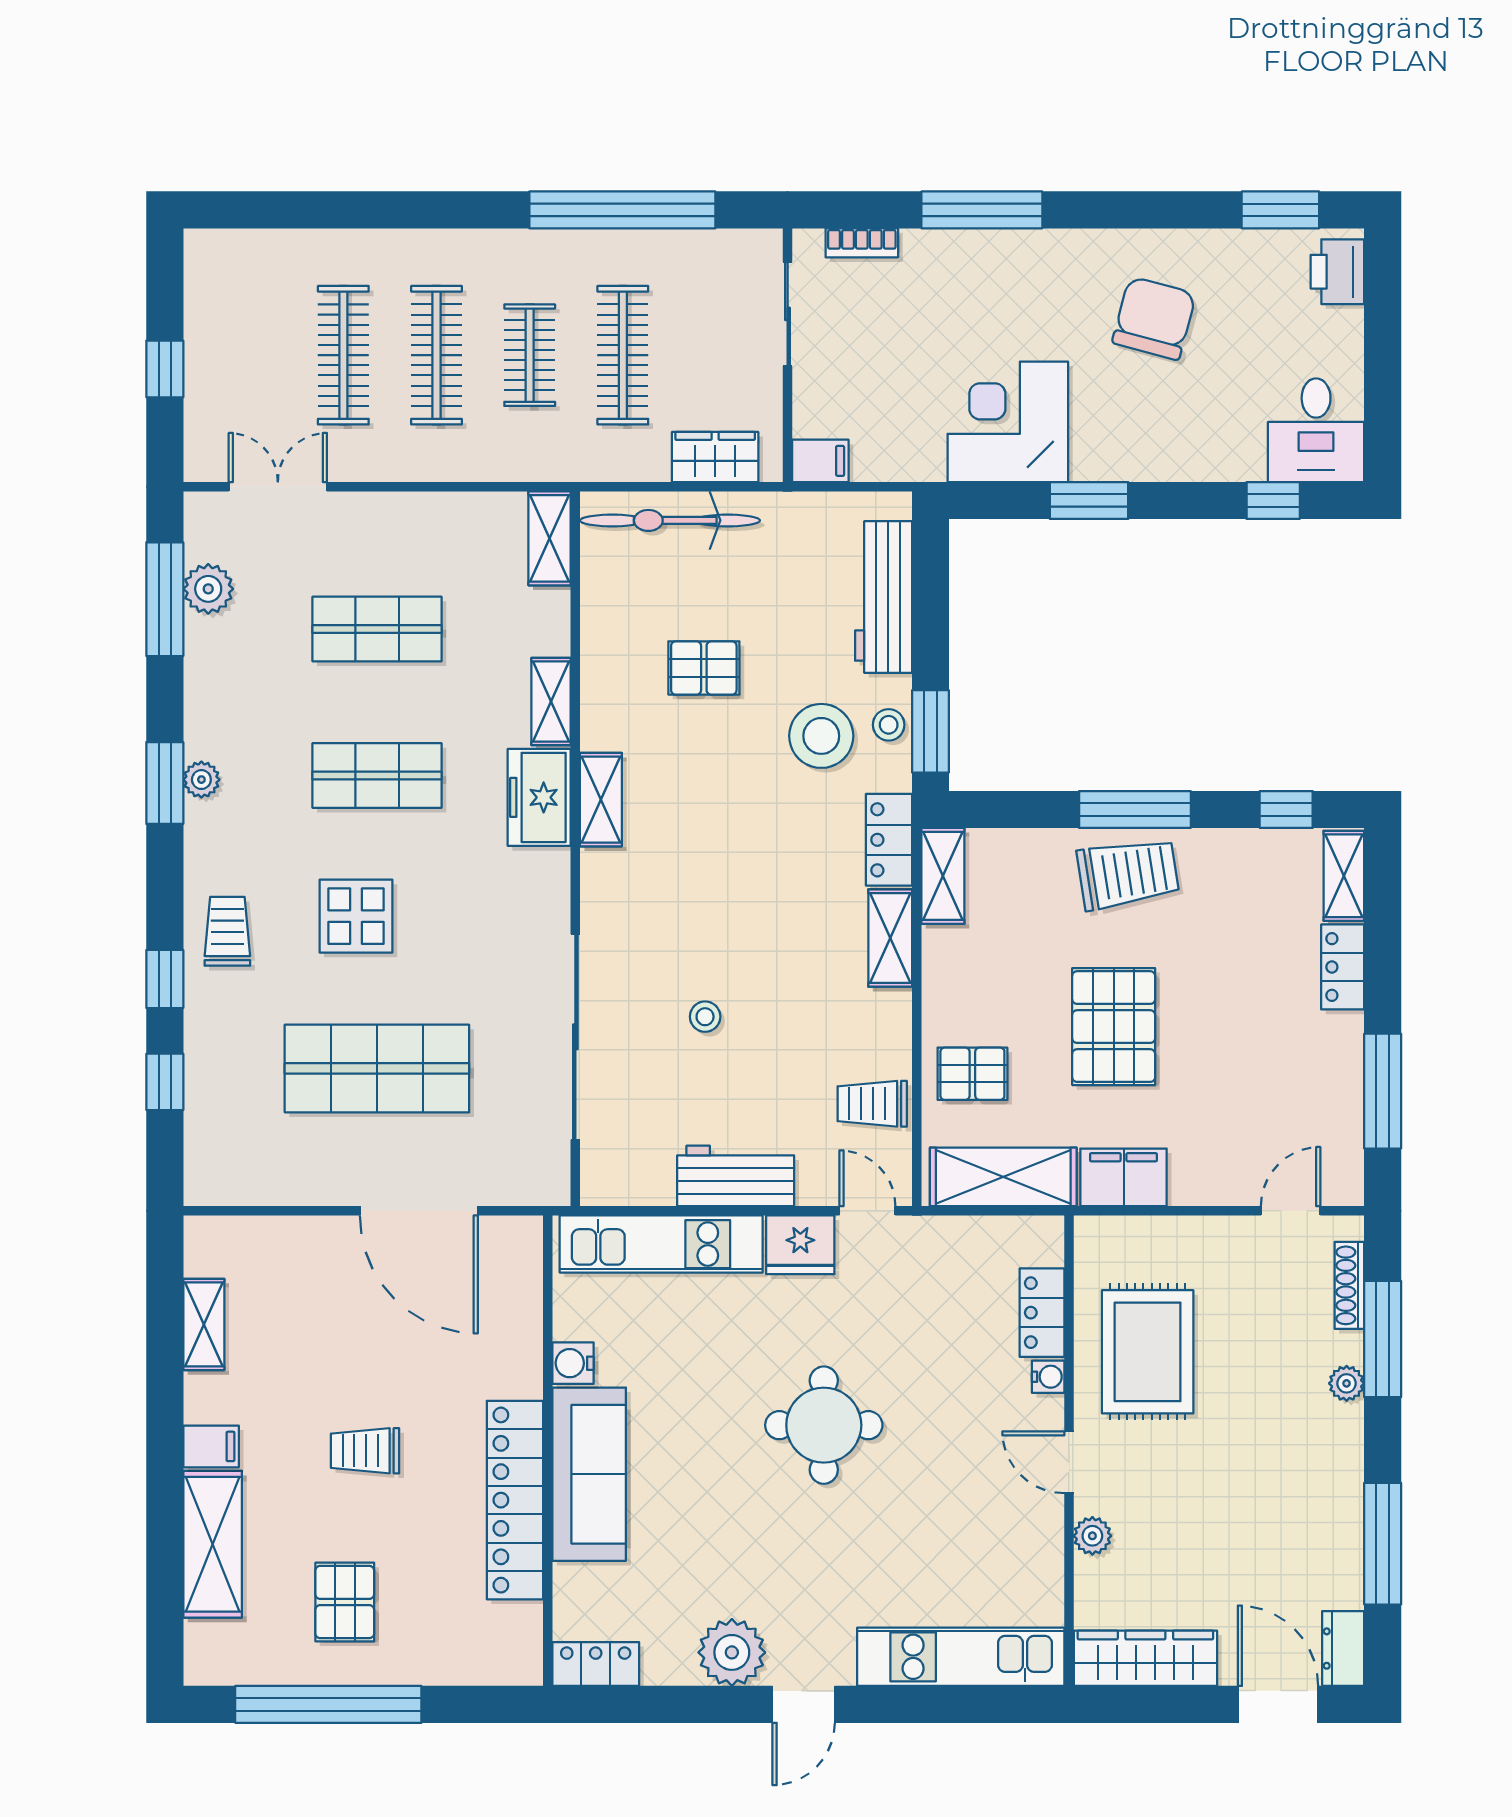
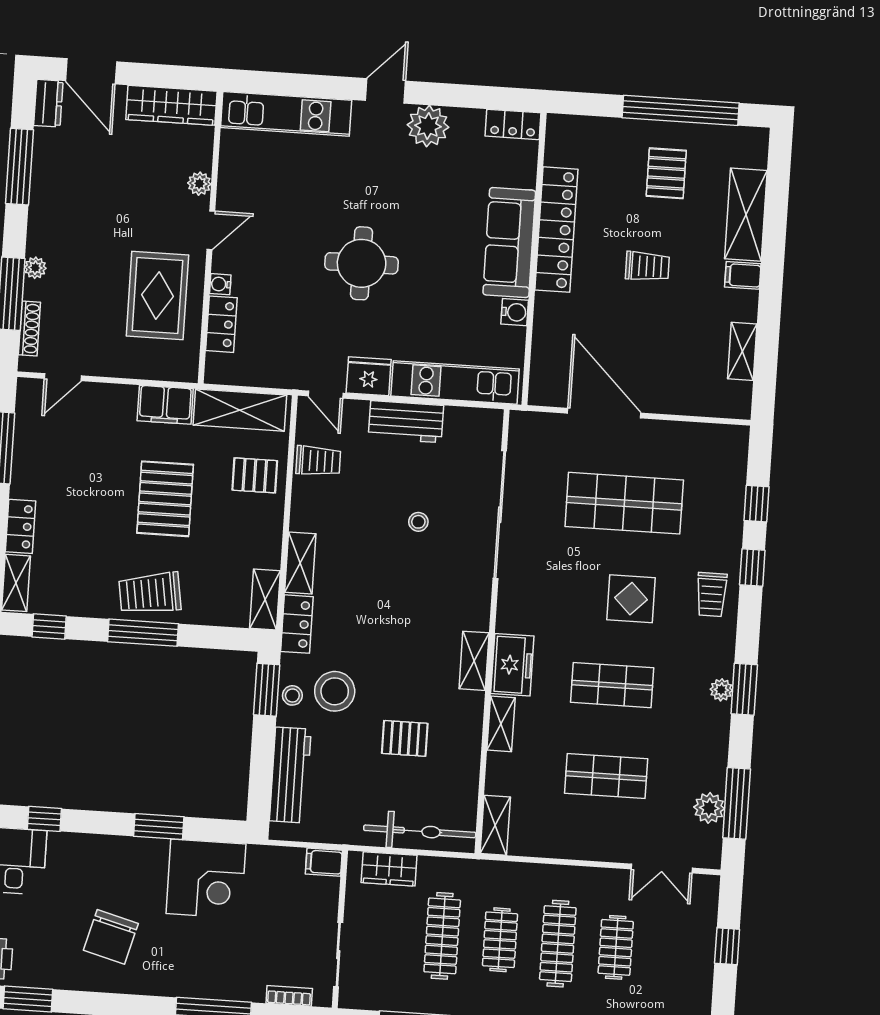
clothes rail: (343, 355) -> (616, 947), width x0.73
door: (1069, 1462) -> (211, 230), hinge flipped

